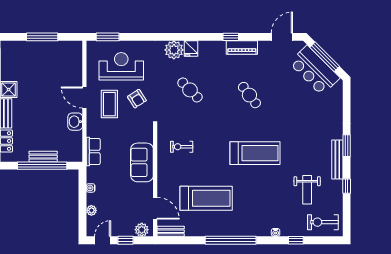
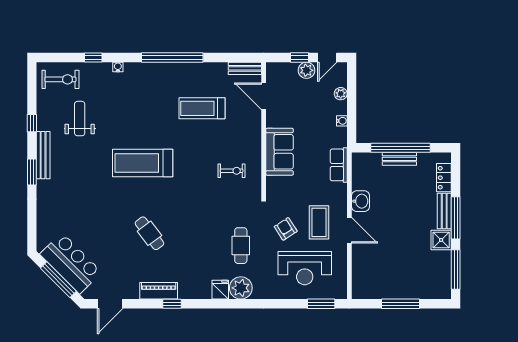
cafe table: (190, 90) -> (241, 246), moved, turned 45
treadmill: (206, 198) -> (202, 108), width x0.73, depth x0.73
plant: (142, 230) -> (306, 70), moved

